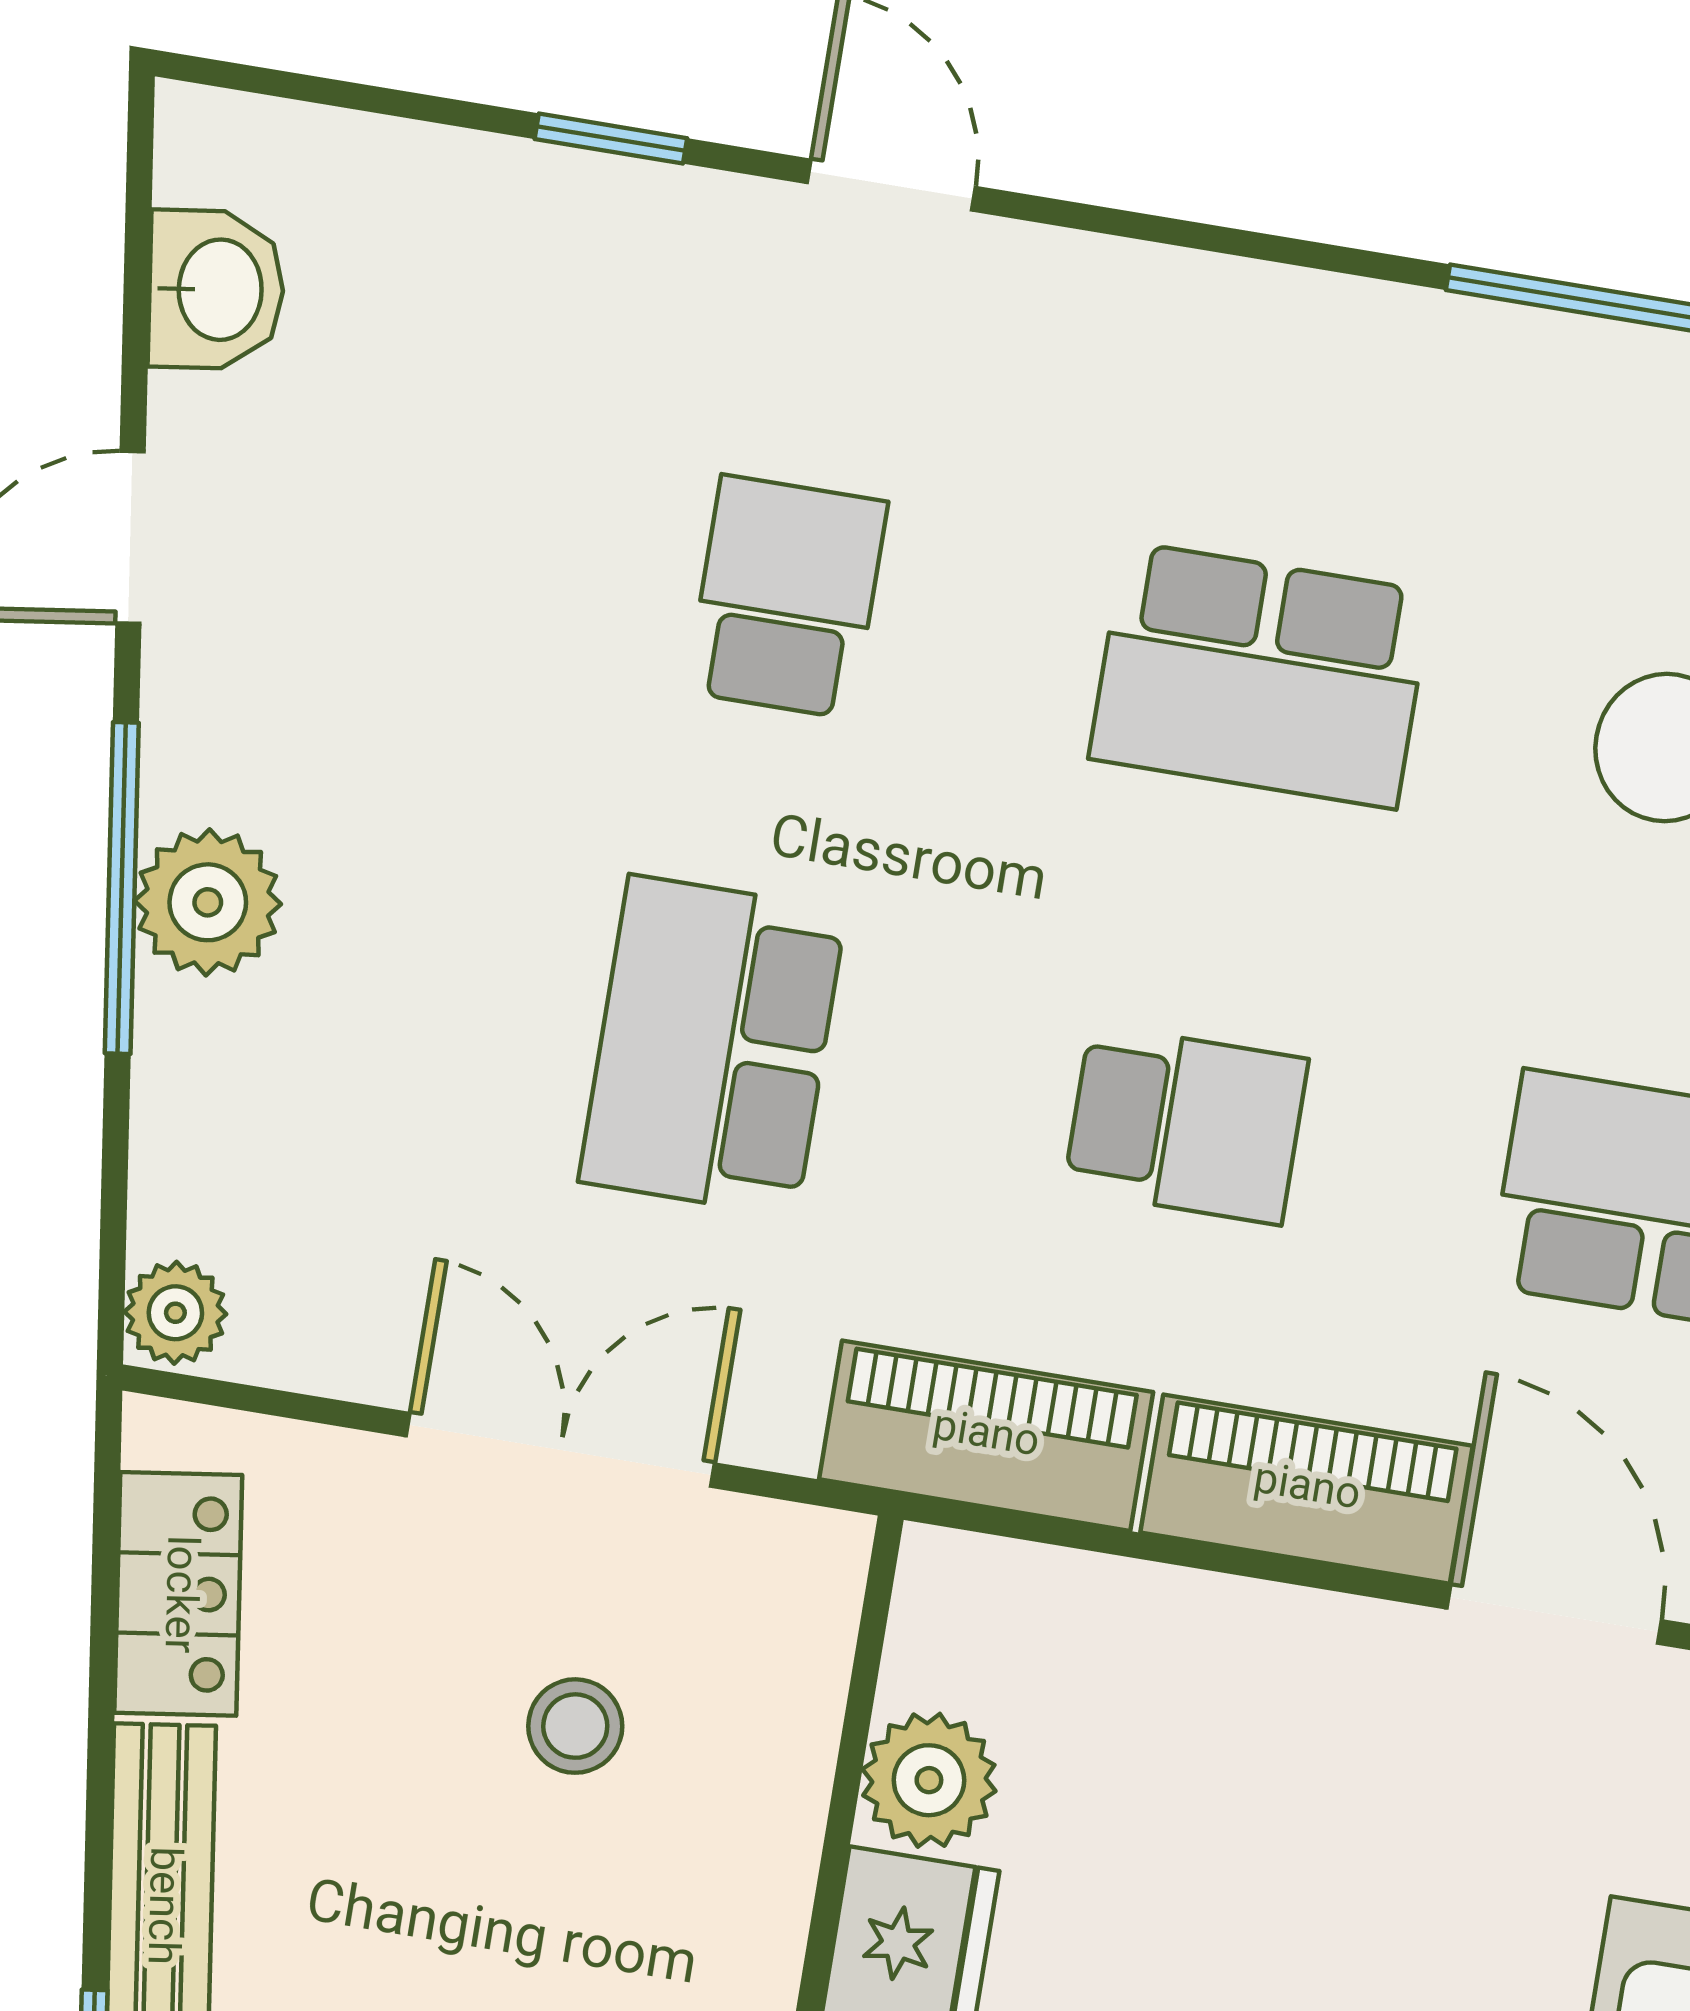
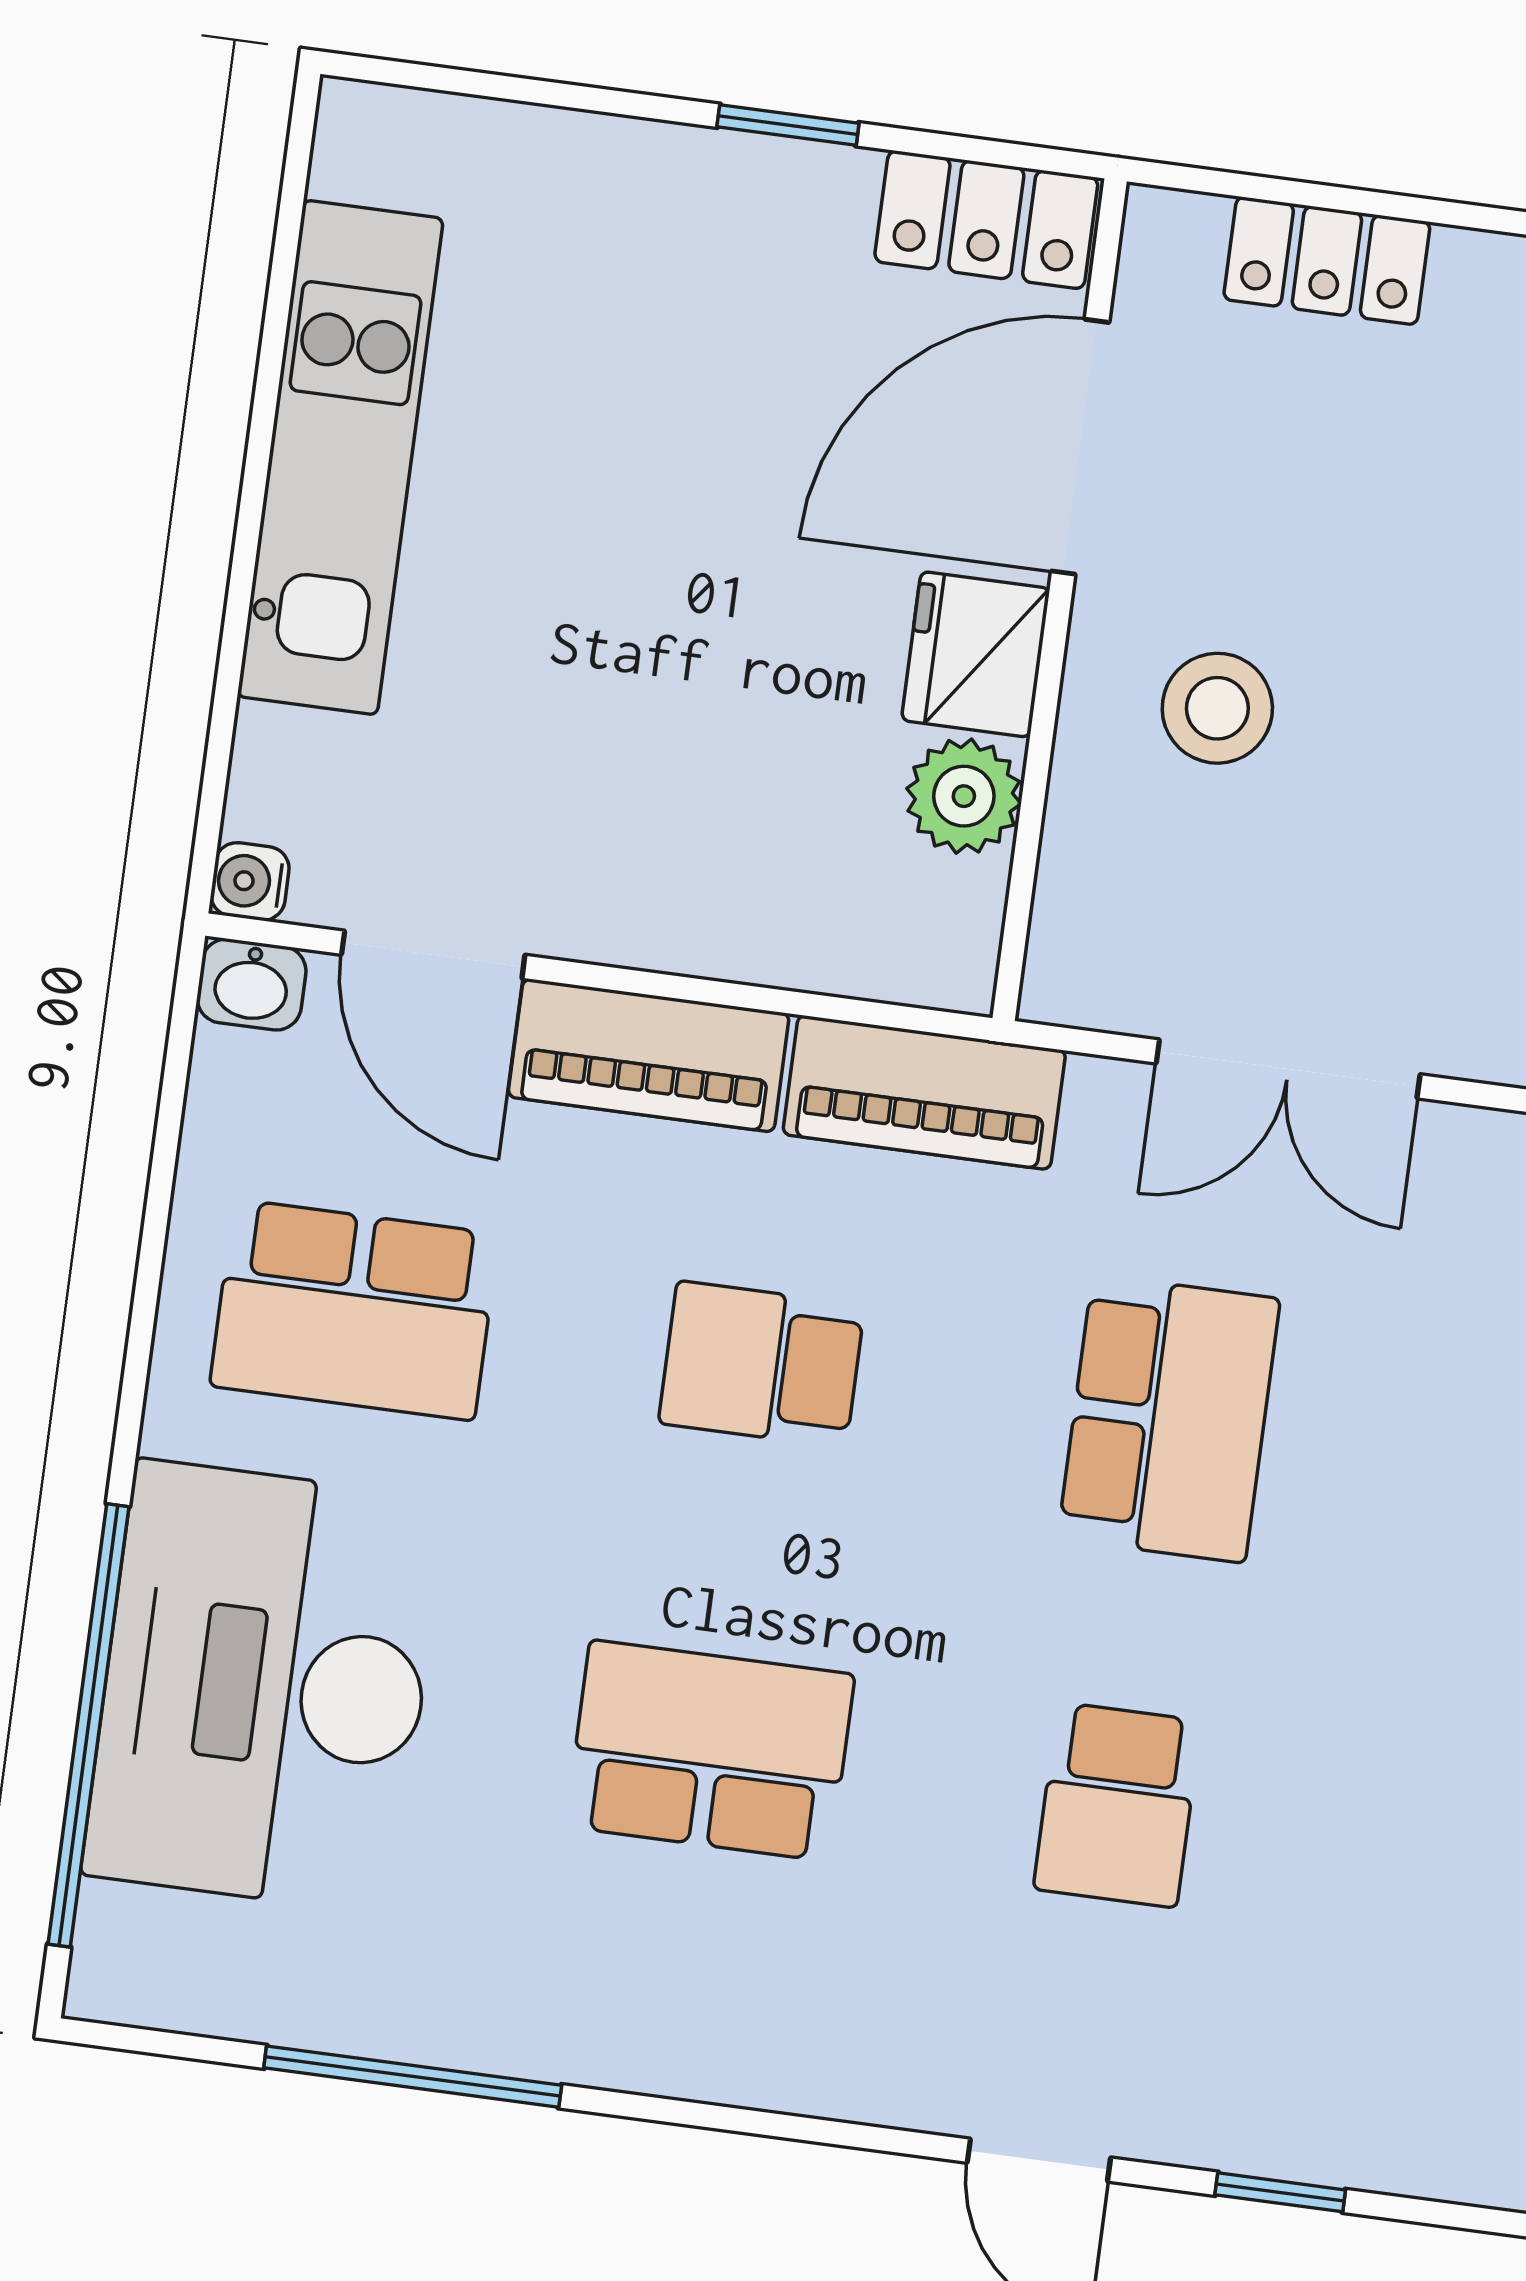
stool: (575, 1726) -> (1217, 708), moved, width x1.37, depth x1.37

